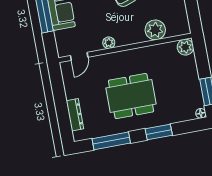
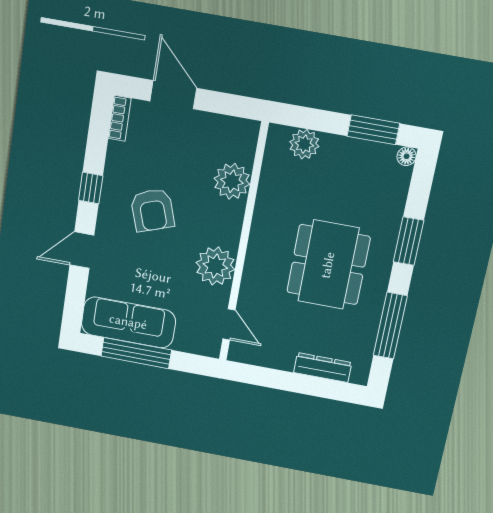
plant: (109, 43) -> (215, 266), width x1.88, depth x1.88
plant: (185, 47) -> (304, 144), moved

